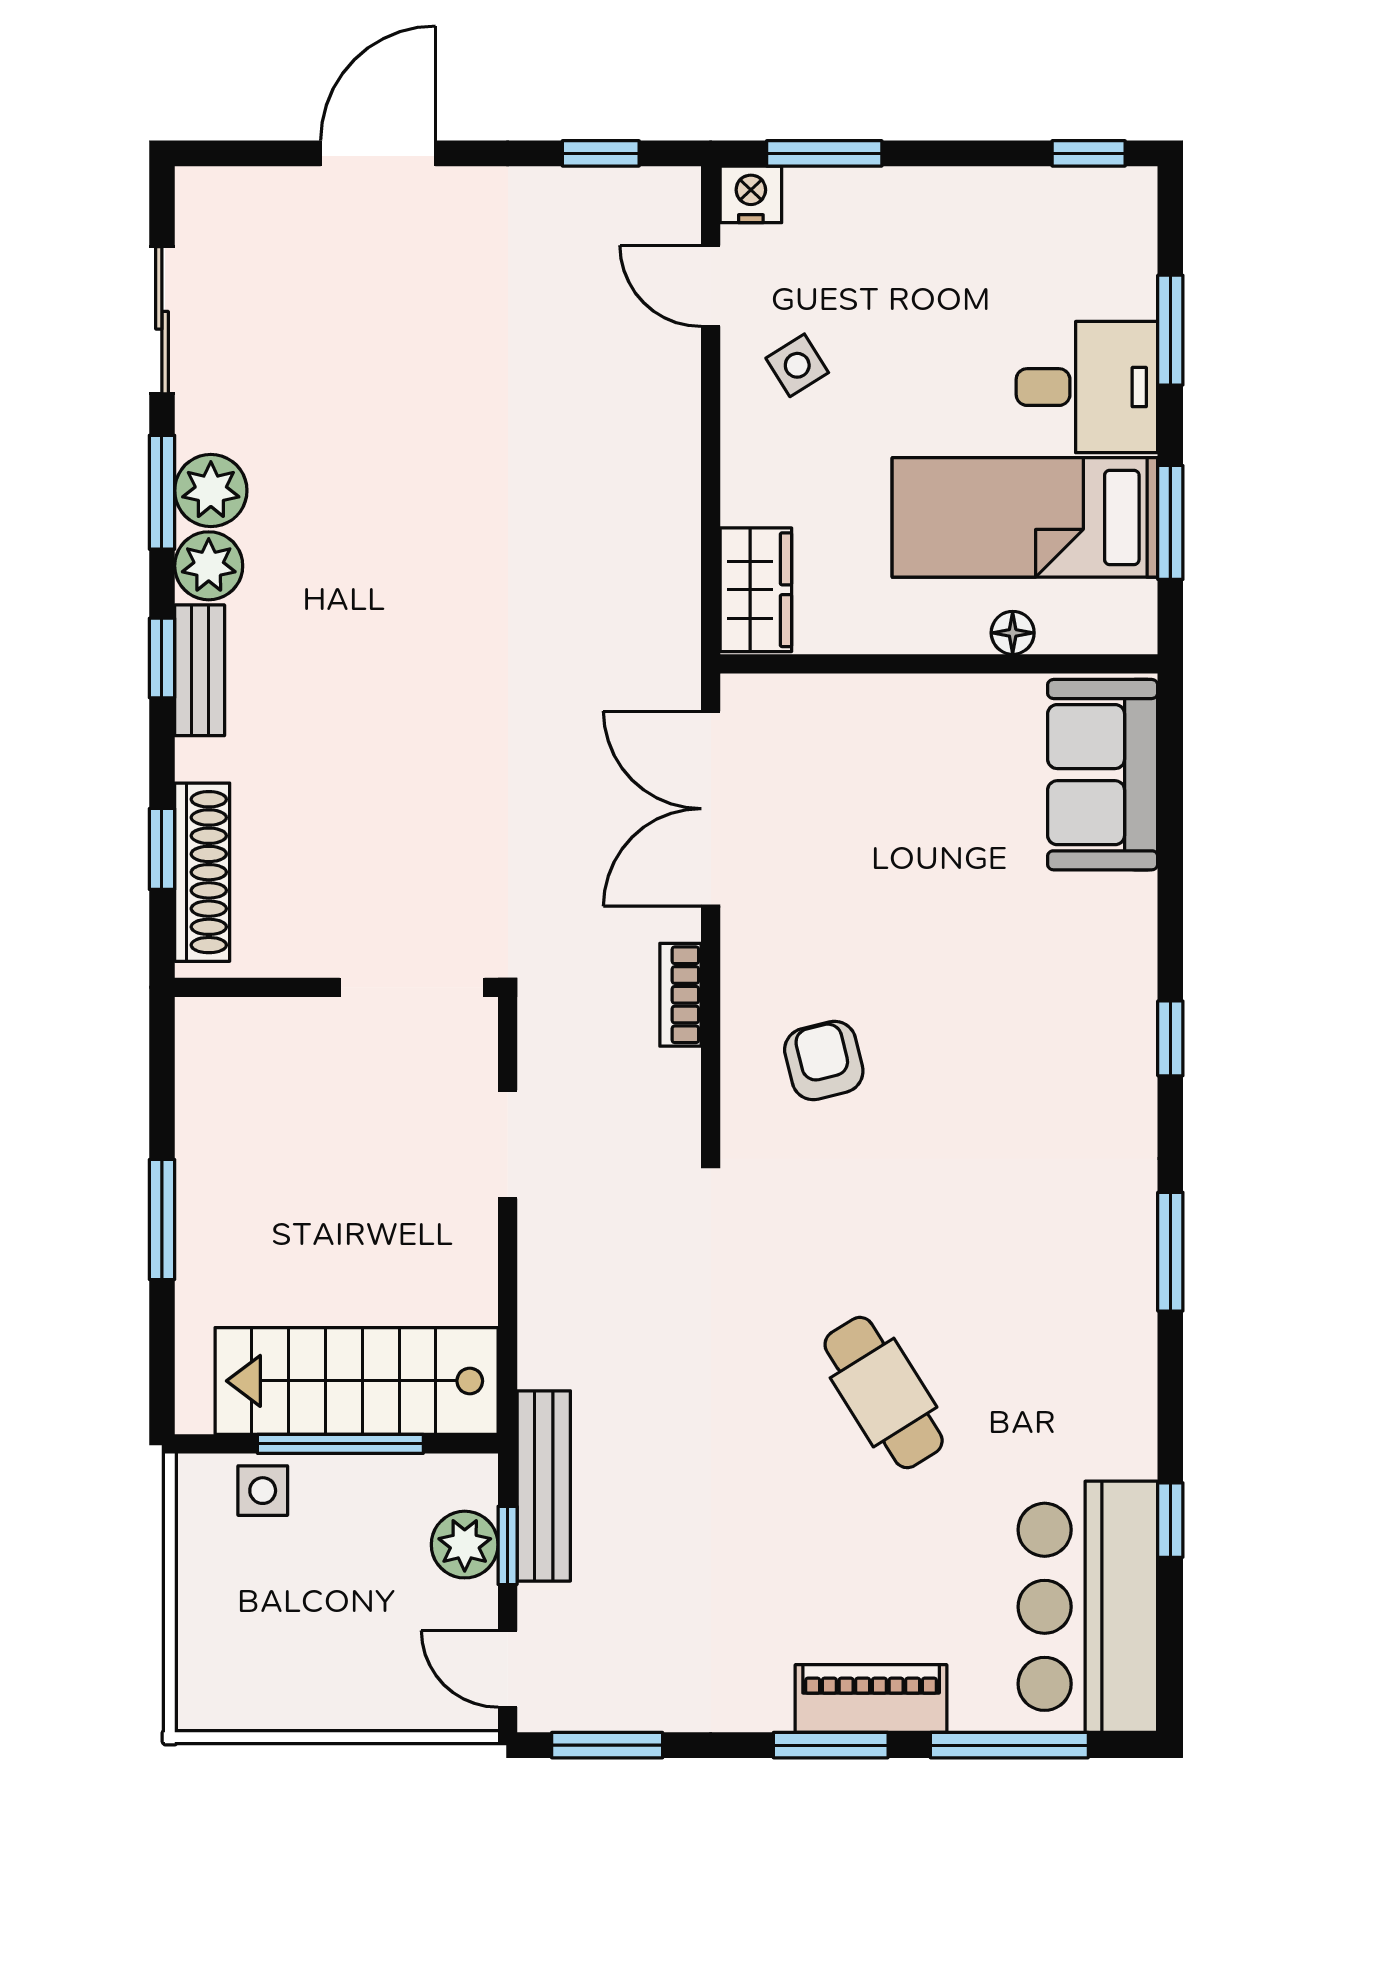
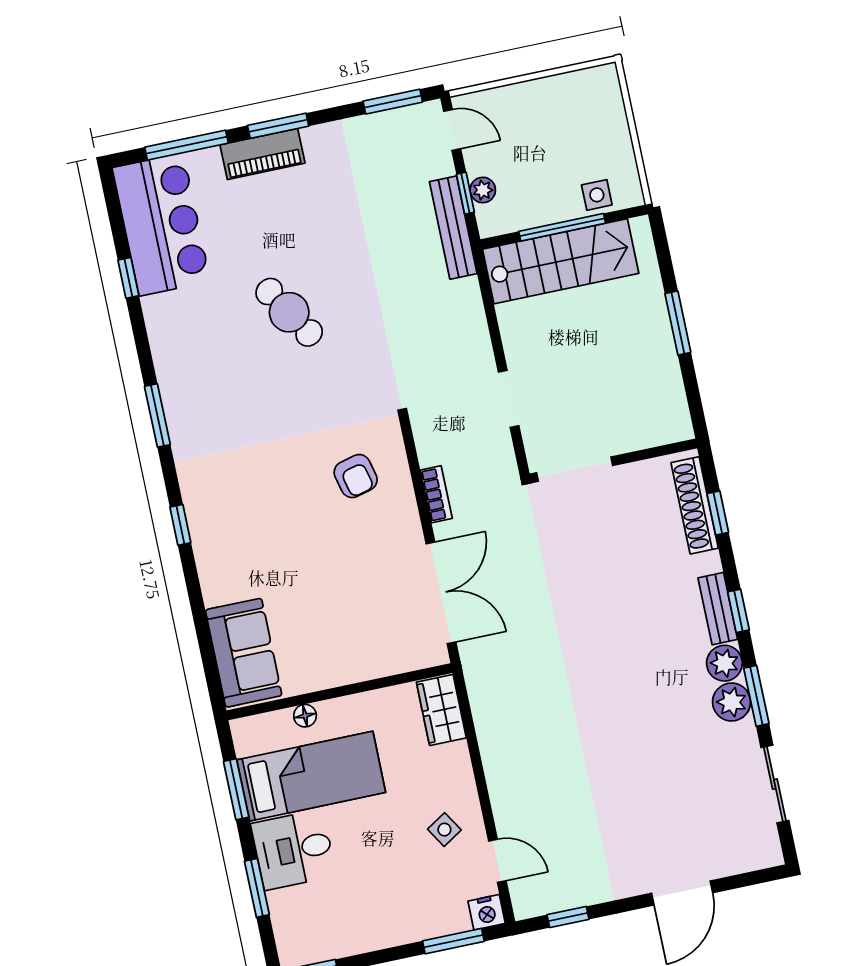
plant: (465, 1545) -> (483, 190), width x0.73, depth x0.73

